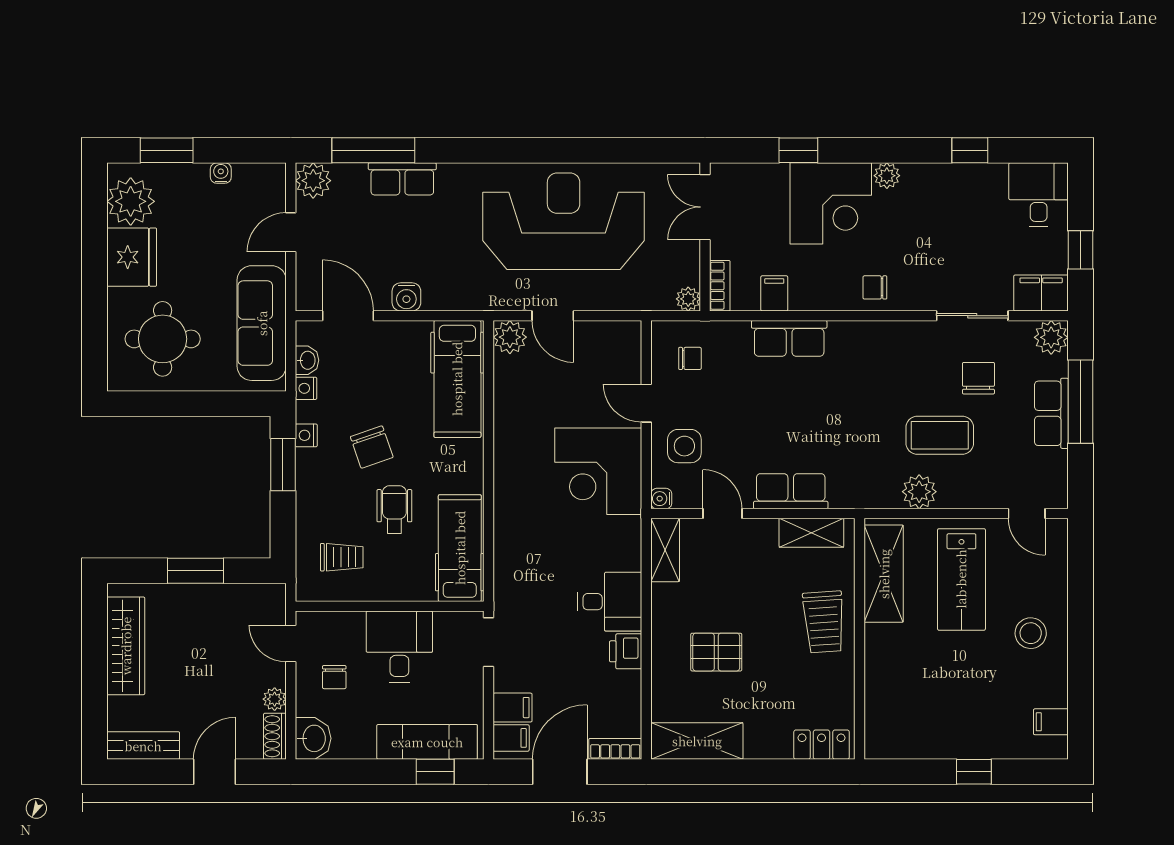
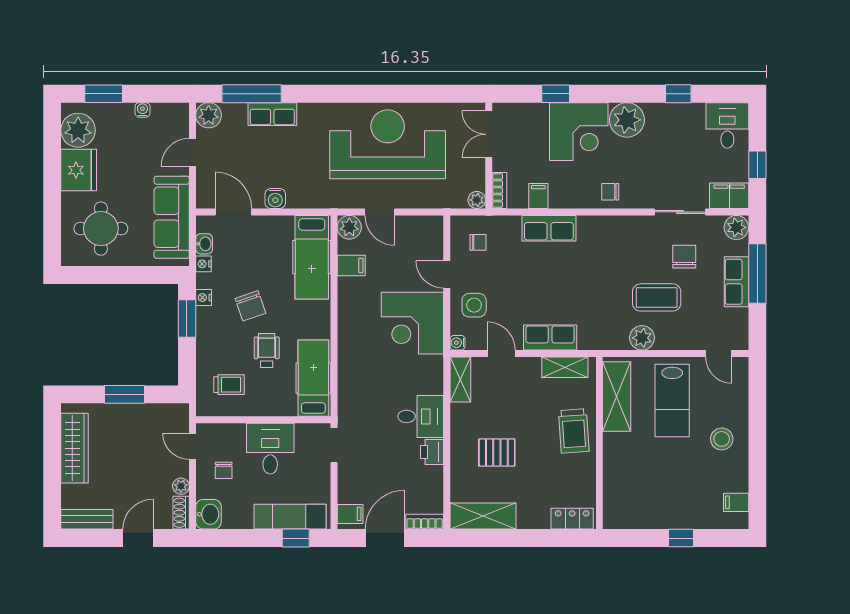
plant: (887, 176) -> (627, 120), width x1.87, depth x1.87
filing cabinet: (513, 708) -> (351, 265), moved

